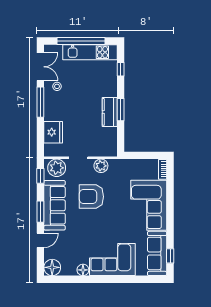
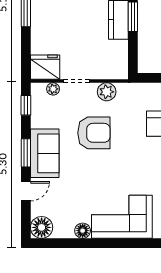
fridge: (53, 132) -> (45, 67), moved, turned -90
plant: (57, 168) -> (53, 89), width x0.53, depth x0.53
armchair: (91, 197) -> (94, 133), turned 180
sofa: (54, 205) -> (45, 153), width x0.73

